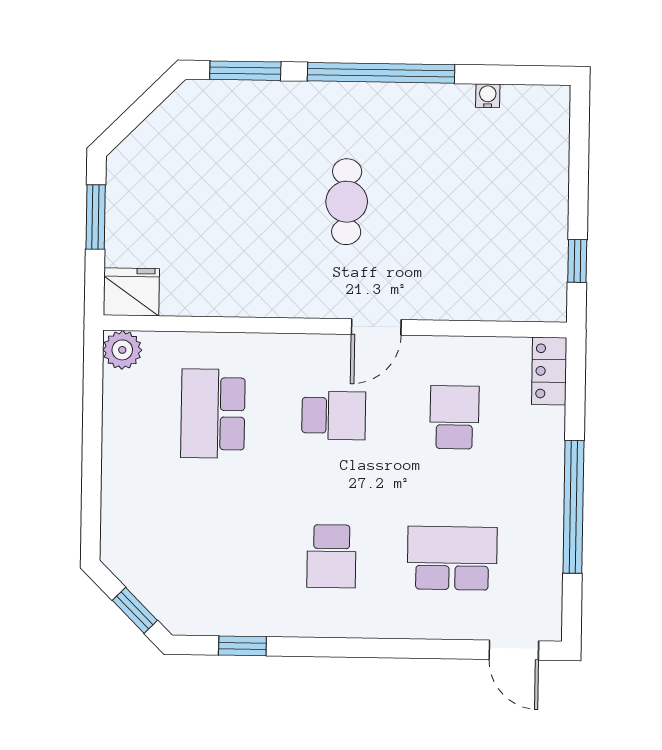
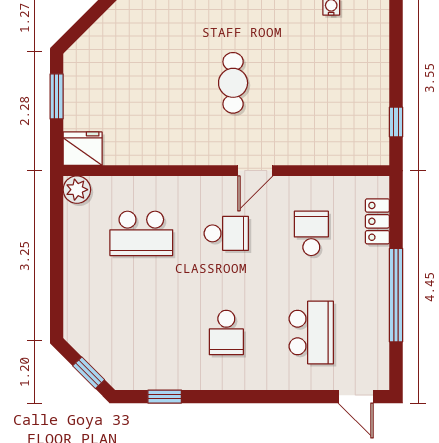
locker: (549, 371) -> (377, 221), moved
school desk: (213, 414) -> (141, 233), turned -90
school desk: (452, 558) -> (311, 332), turned 90

